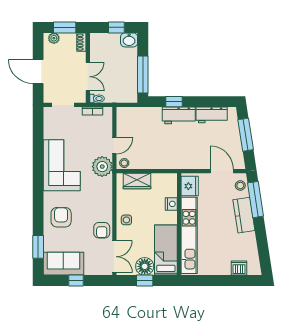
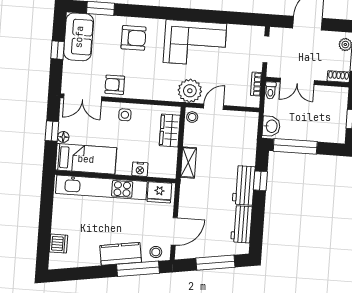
washbasin: (129, 40) -> (271, 126), moved, turned 180
door: (114, 146) -> (214, 107), swing flipped
shelving: (163, 163) -> (188, 163), added
floor lamp: (145, 266) -> (63, 137), width x0.53, depth x0.53

